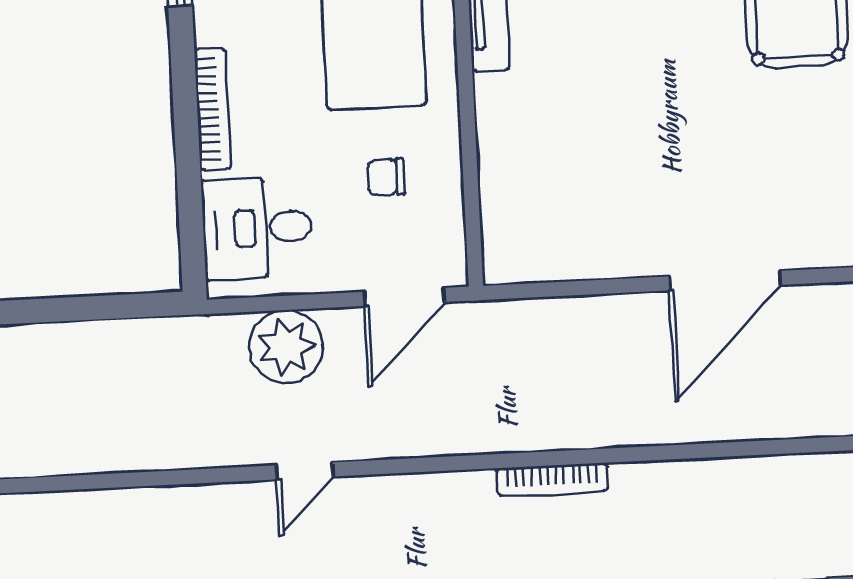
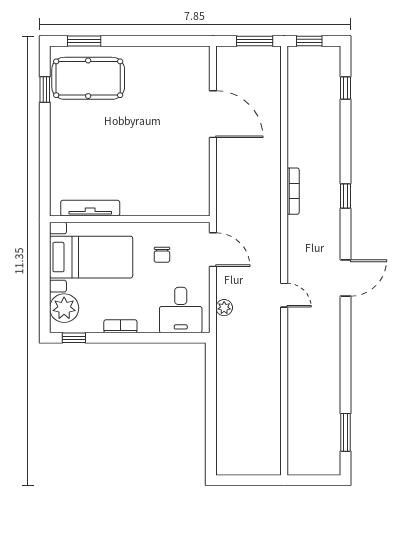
bookcase: (213, 109) -> (120, 326), width x0.64
plant: (286, 347) -> (224, 308), width x0.53, depth x0.53

